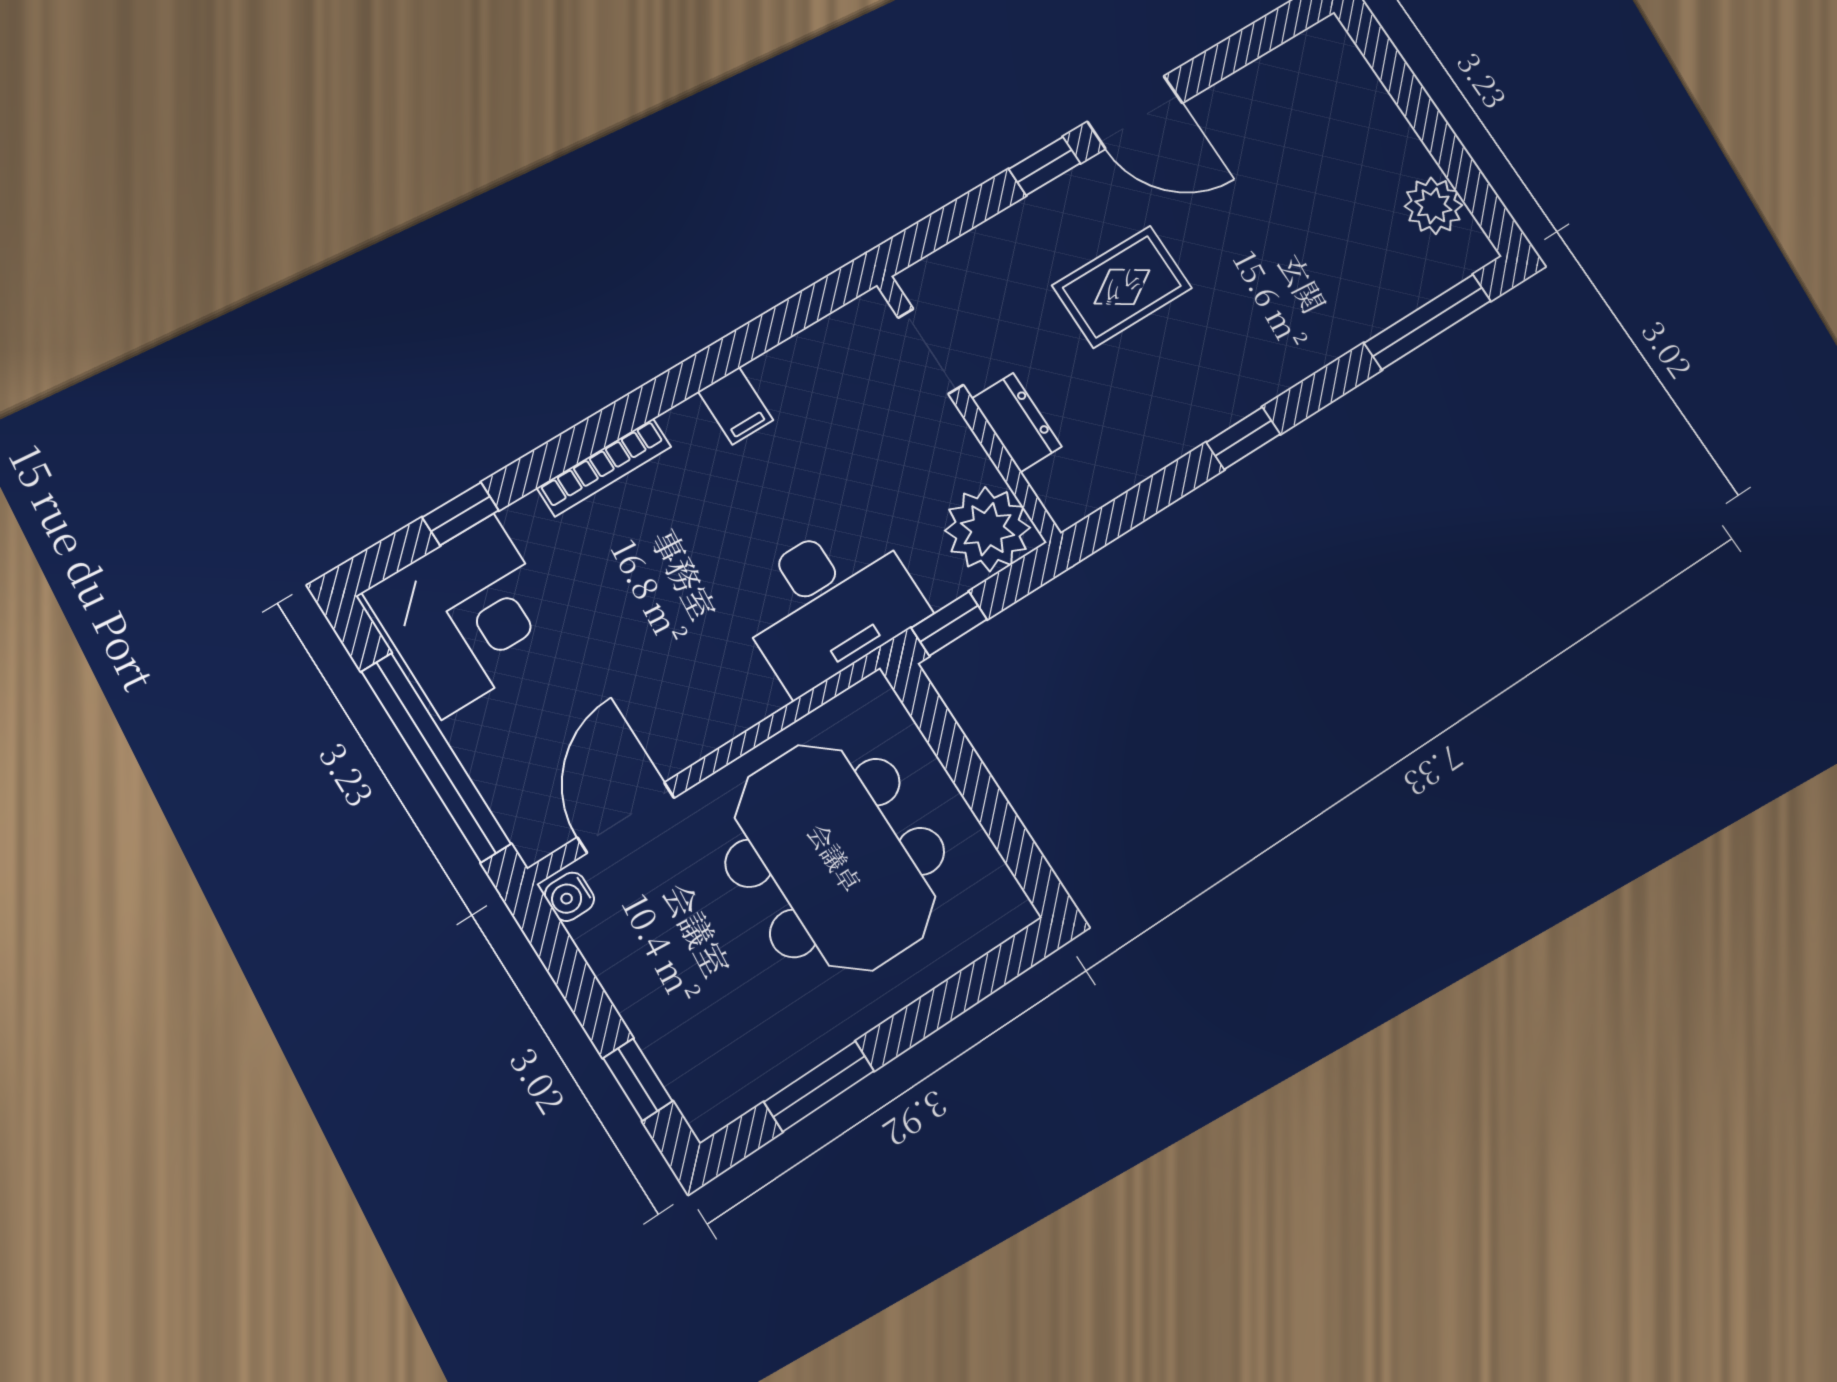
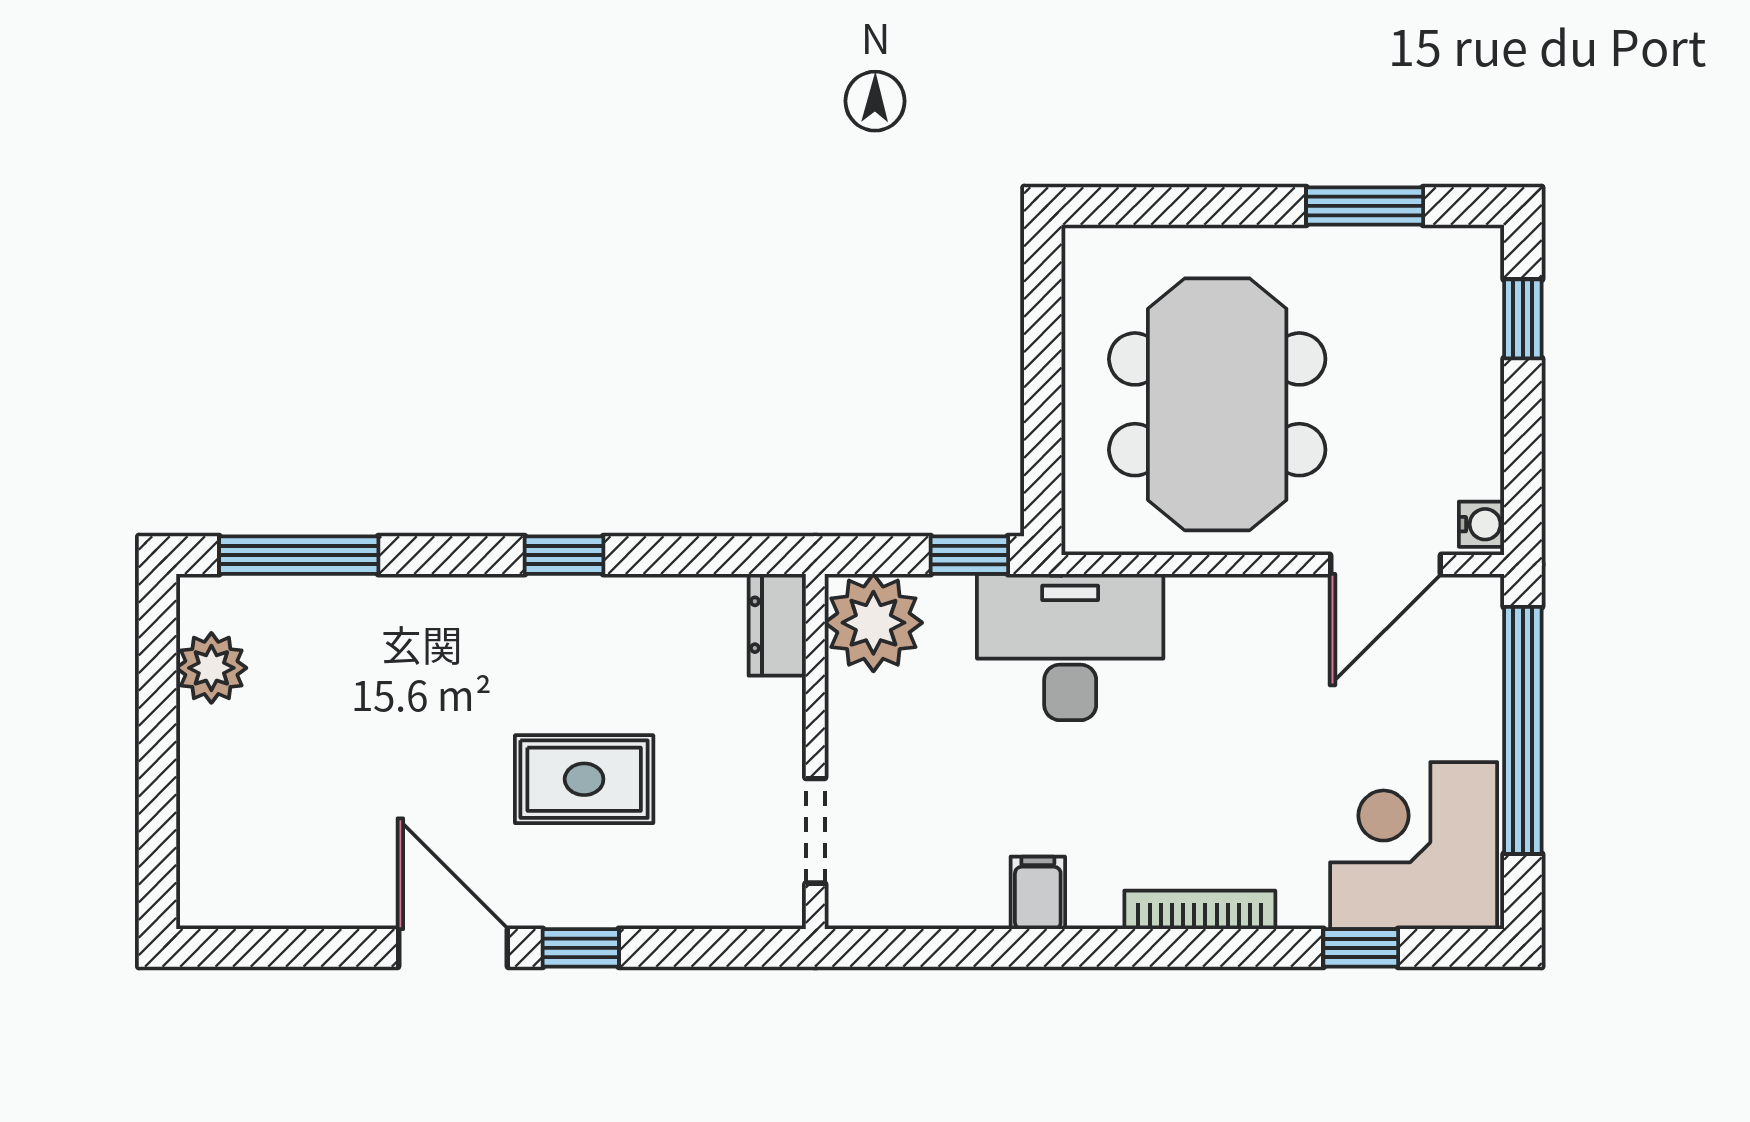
dresser: (1017, 423) -> (777, 625), moved

